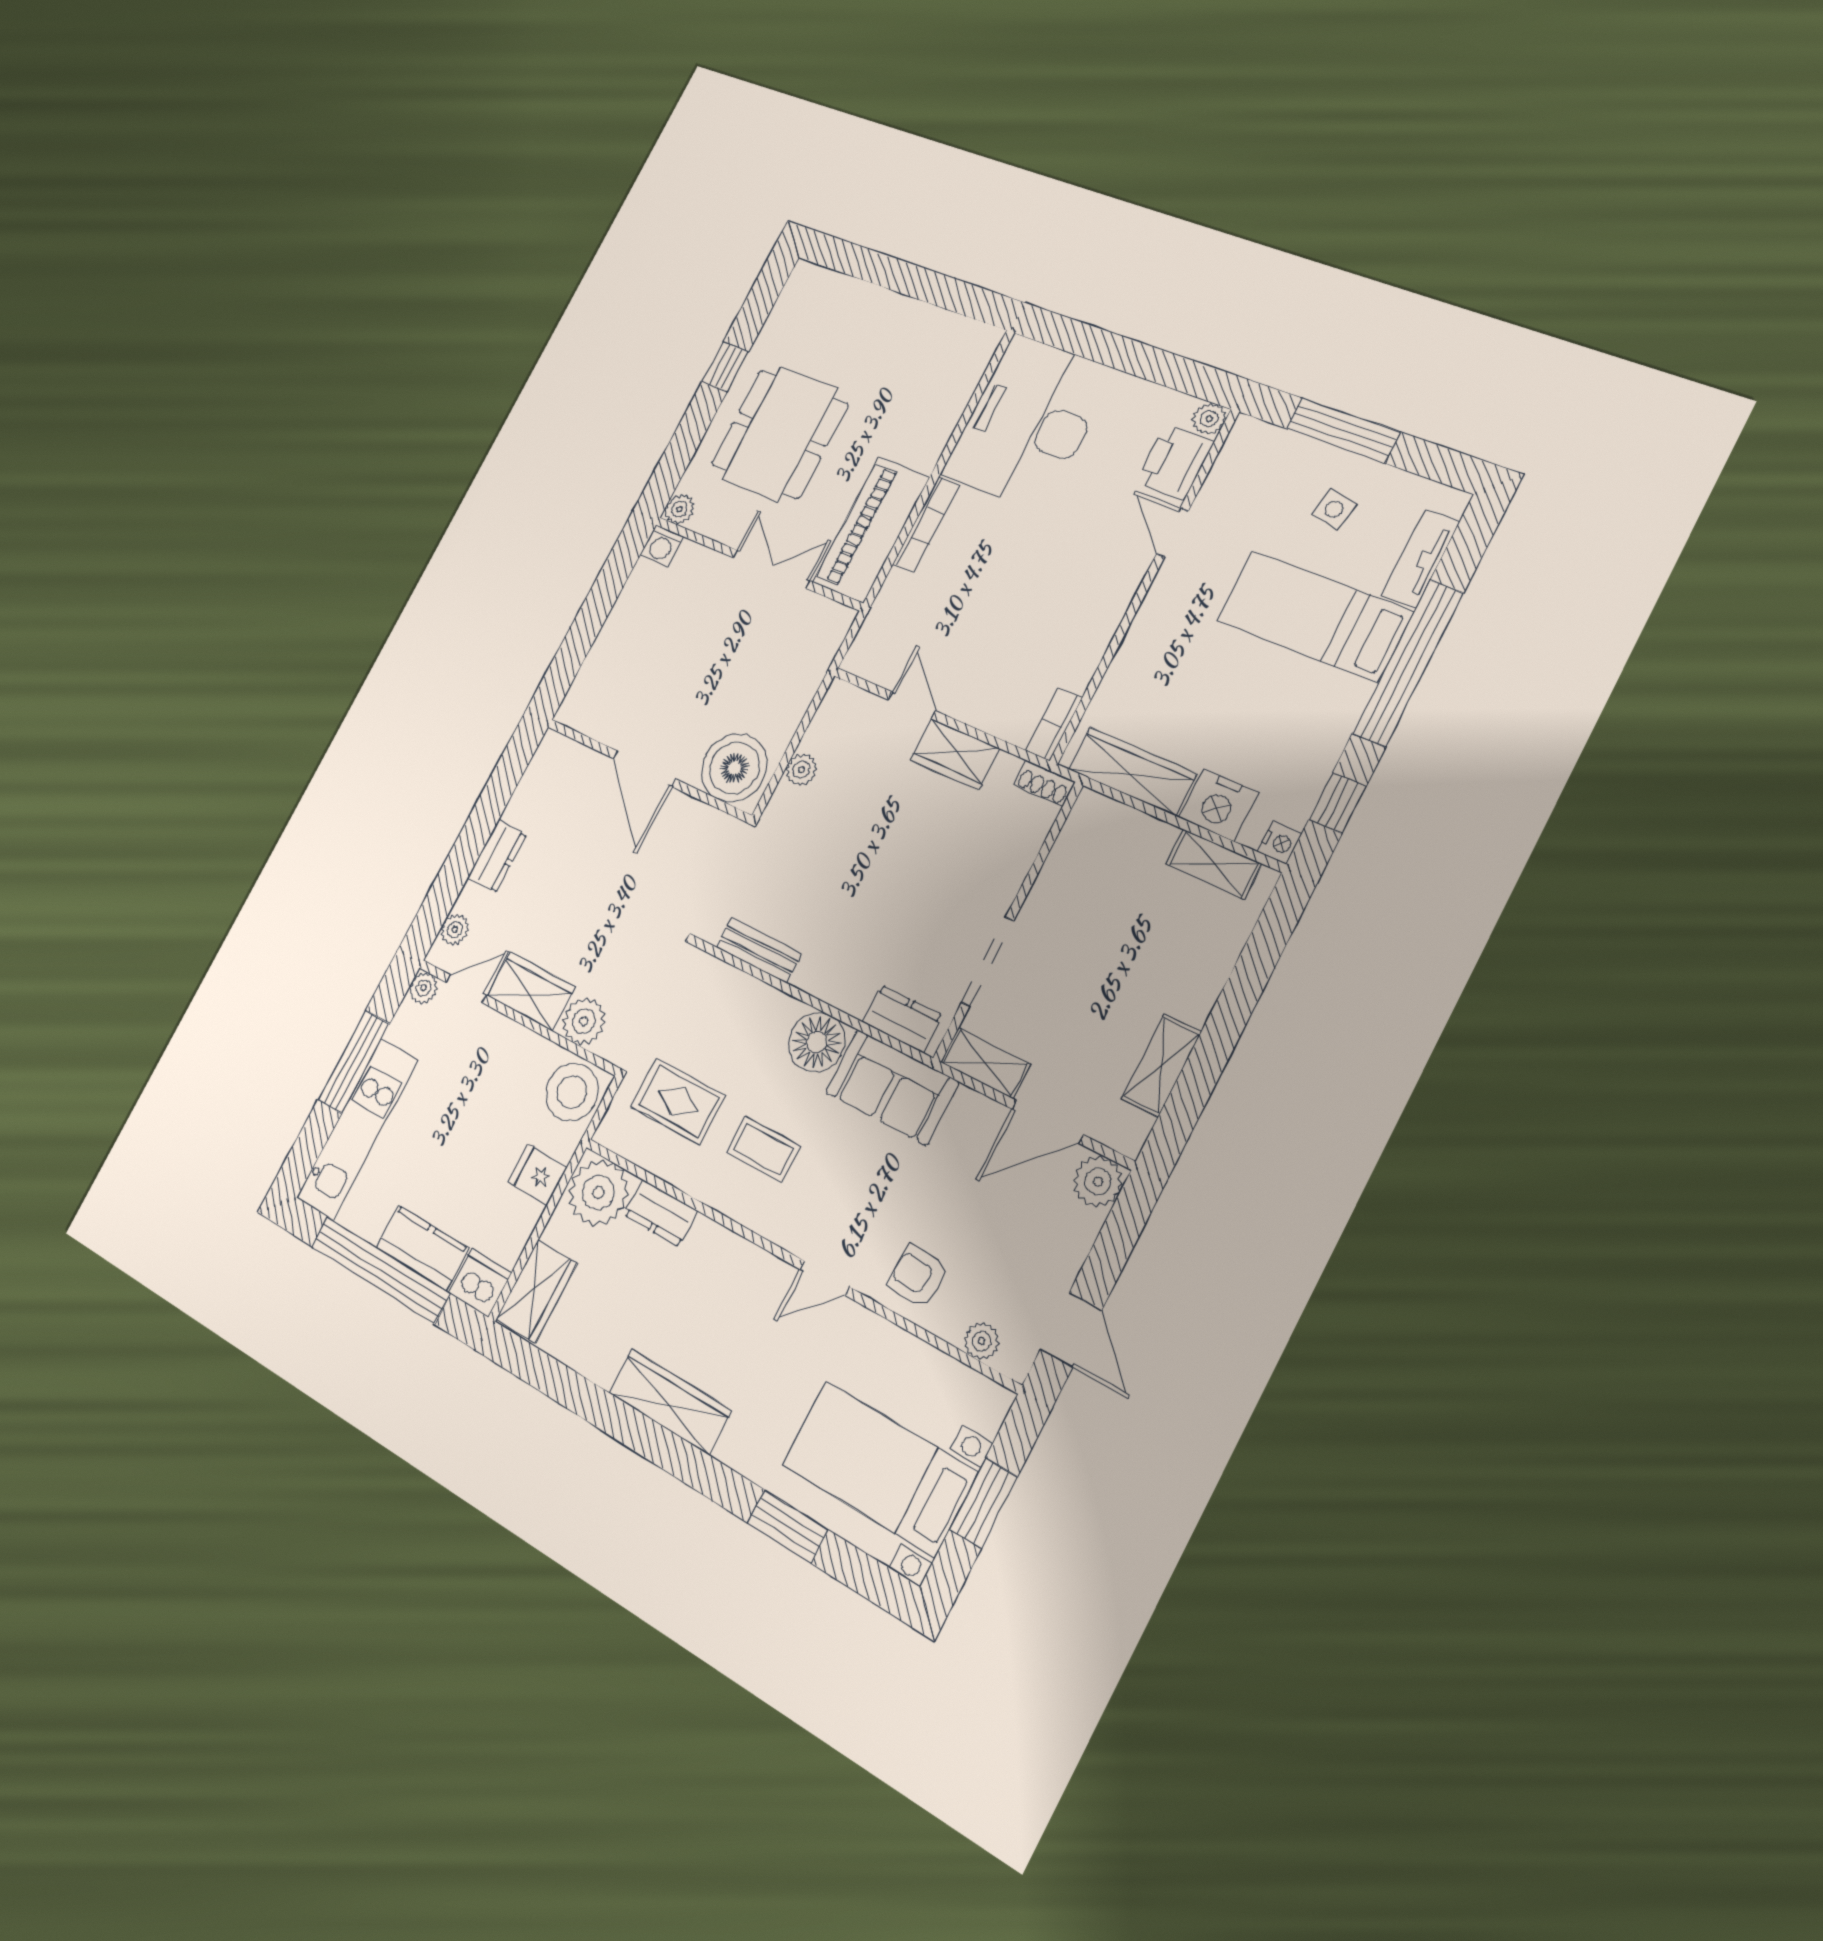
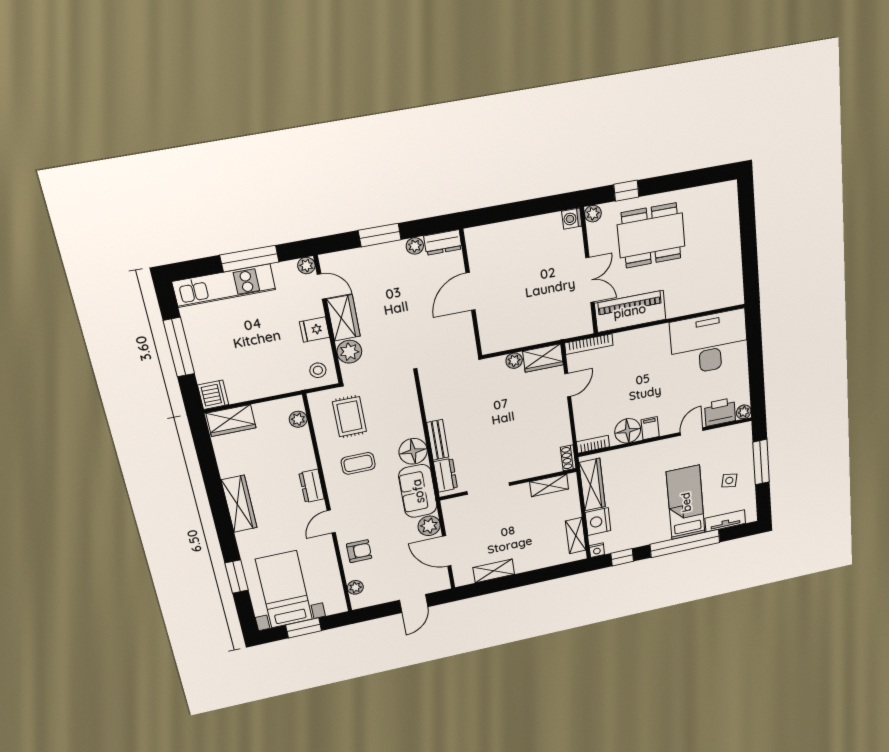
window: (725, 367) -> (626, 191), moved
bookcase: (926, 525) -> (589, 344), moved
filing cabinet: (1105, 605) -> (650, 428), added
floor lamp: (1078, 648) -> (628, 431), added
wardrobe: (955, 755) -> (543, 358), moved, turned -90
boiler: (734, 768) -> (497, 332), removed
window: (467, 850) -> (380, 235), added
dresser: (497, 856) -> (443, 242), moved
plant: (455, 930) -> (415, 246), moved
bench: (759, 950) -> (438, 440), moved
shelving: (985, 1063) -> (549, 485), moved, turned 90
stool: (572, 1092) -> (318, 370), width x0.53, depth x0.53
coffee table: (763, 1149) -> (358, 463), turned 90
fridge: (538, 1175) -> (315, 330), moved, turned -90
plant: (1098, 1182) -> (429, 526), moved
plant: (598, 1193) -> (298, 419), width x0.53, depth x0.53
dresser: (661, 1213) -> (312, 486), moved
kitchen counter: (422, 1248) -> (204, 358), removed
window: (380, 1270) -> (179, 347), width x0.68
armchair: (918, 1276) -> (359, 551), turned 87
door: (825, 1278) -> (331, 522), hinge flipped
door: (1071, 1330) -> (414, 603), moved

